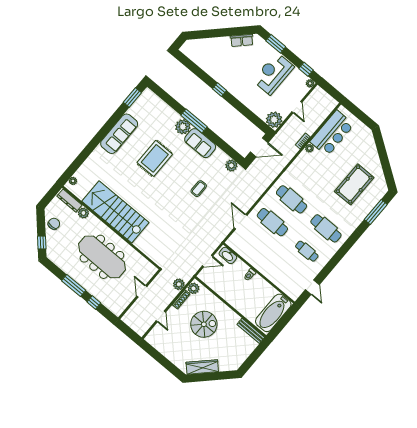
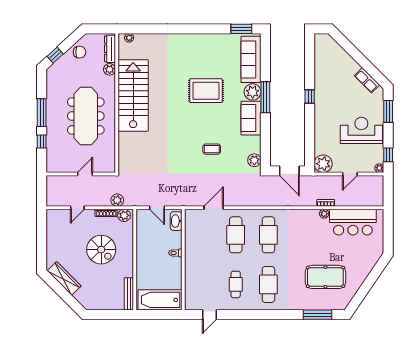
sofa: (119, 134) -> (251, 59), moved, turned 90

